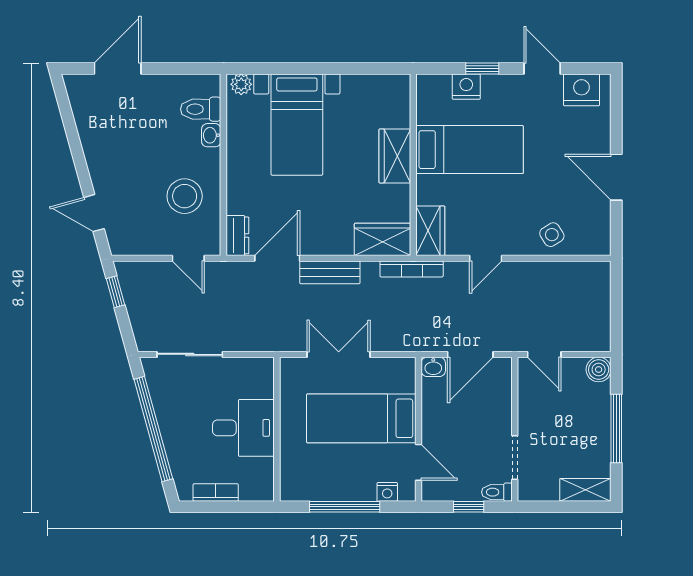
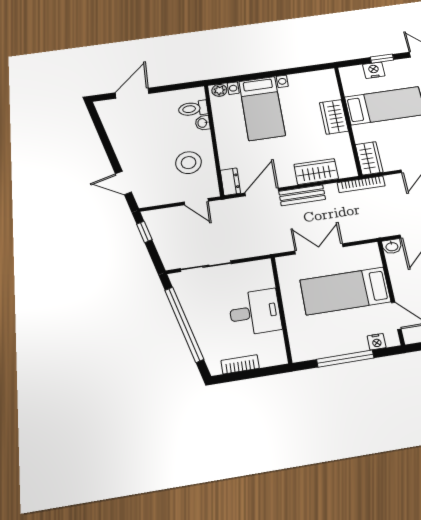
wardrobe: (382, 239) -> (316, 172), moved

